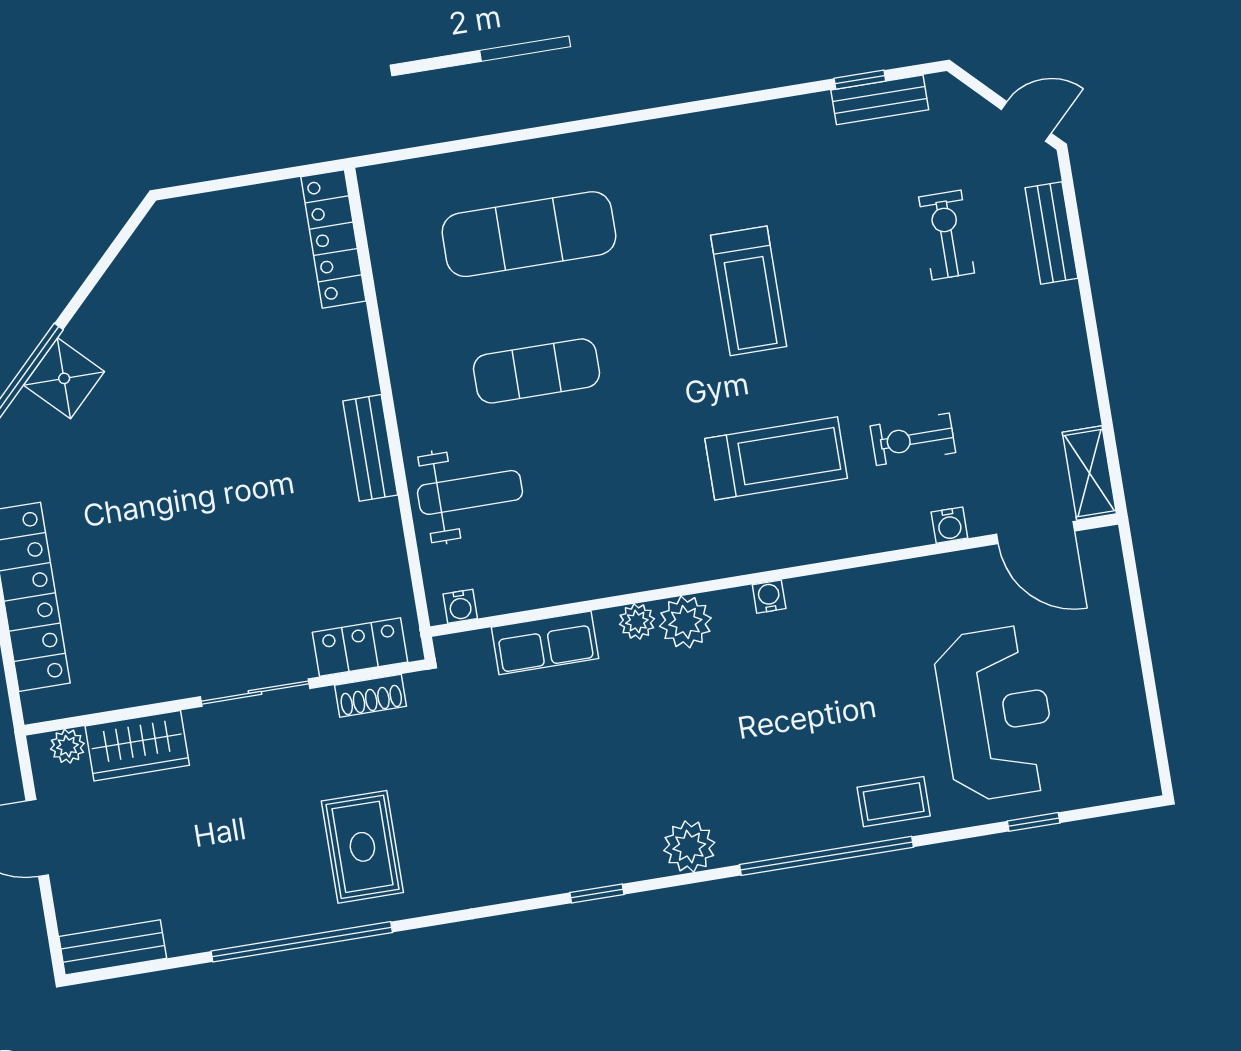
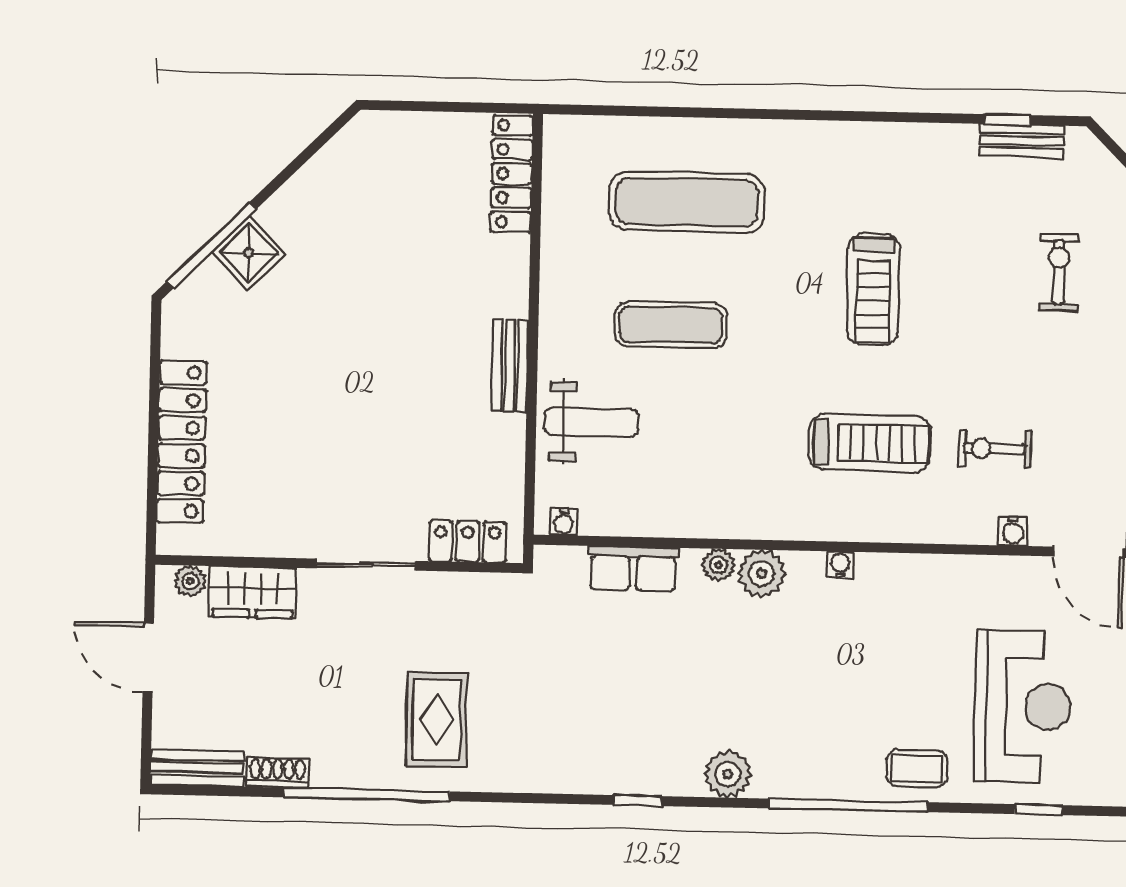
shoe rack: (370, 696) -> (277, 773), moved, turned 180

